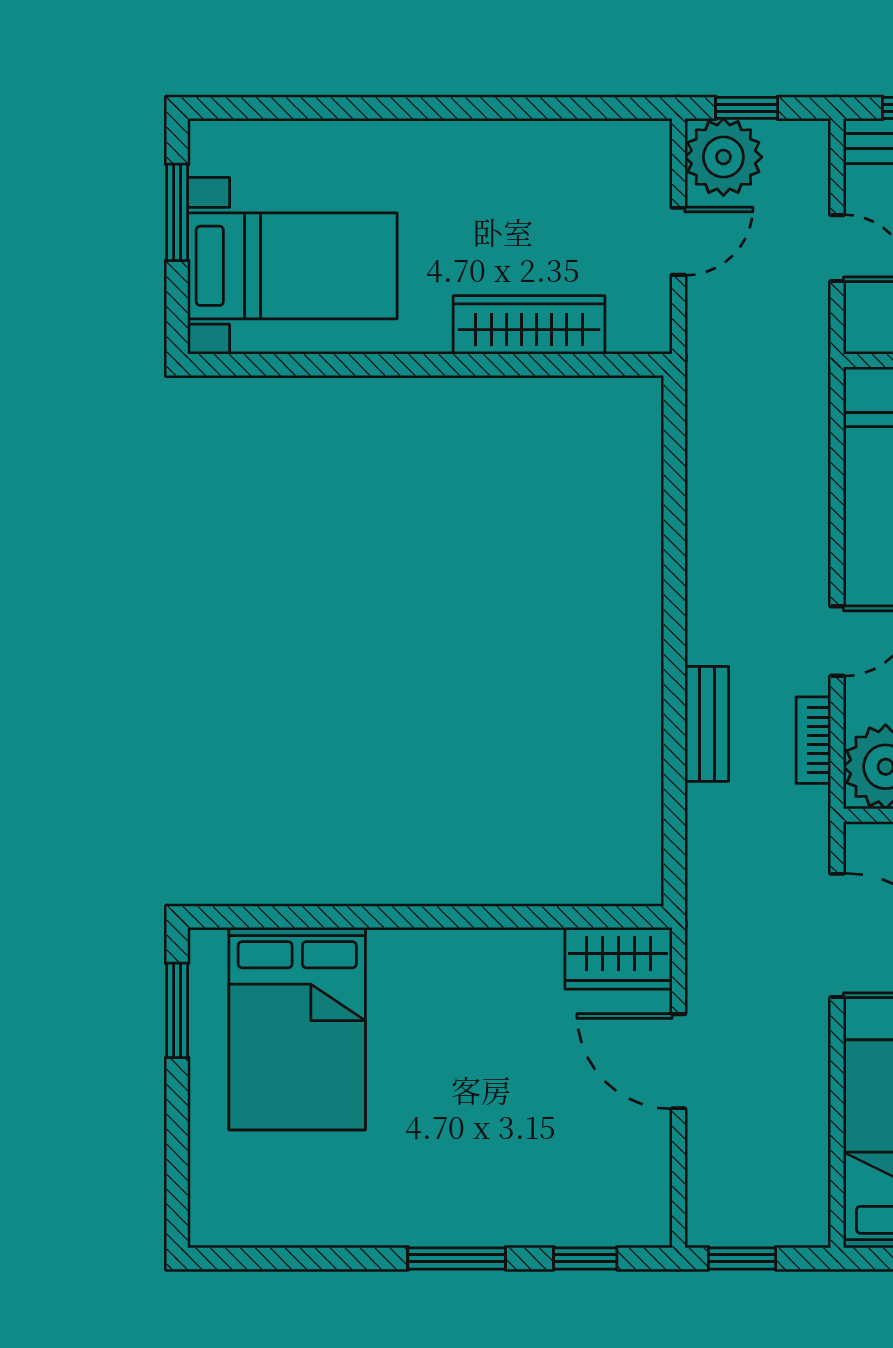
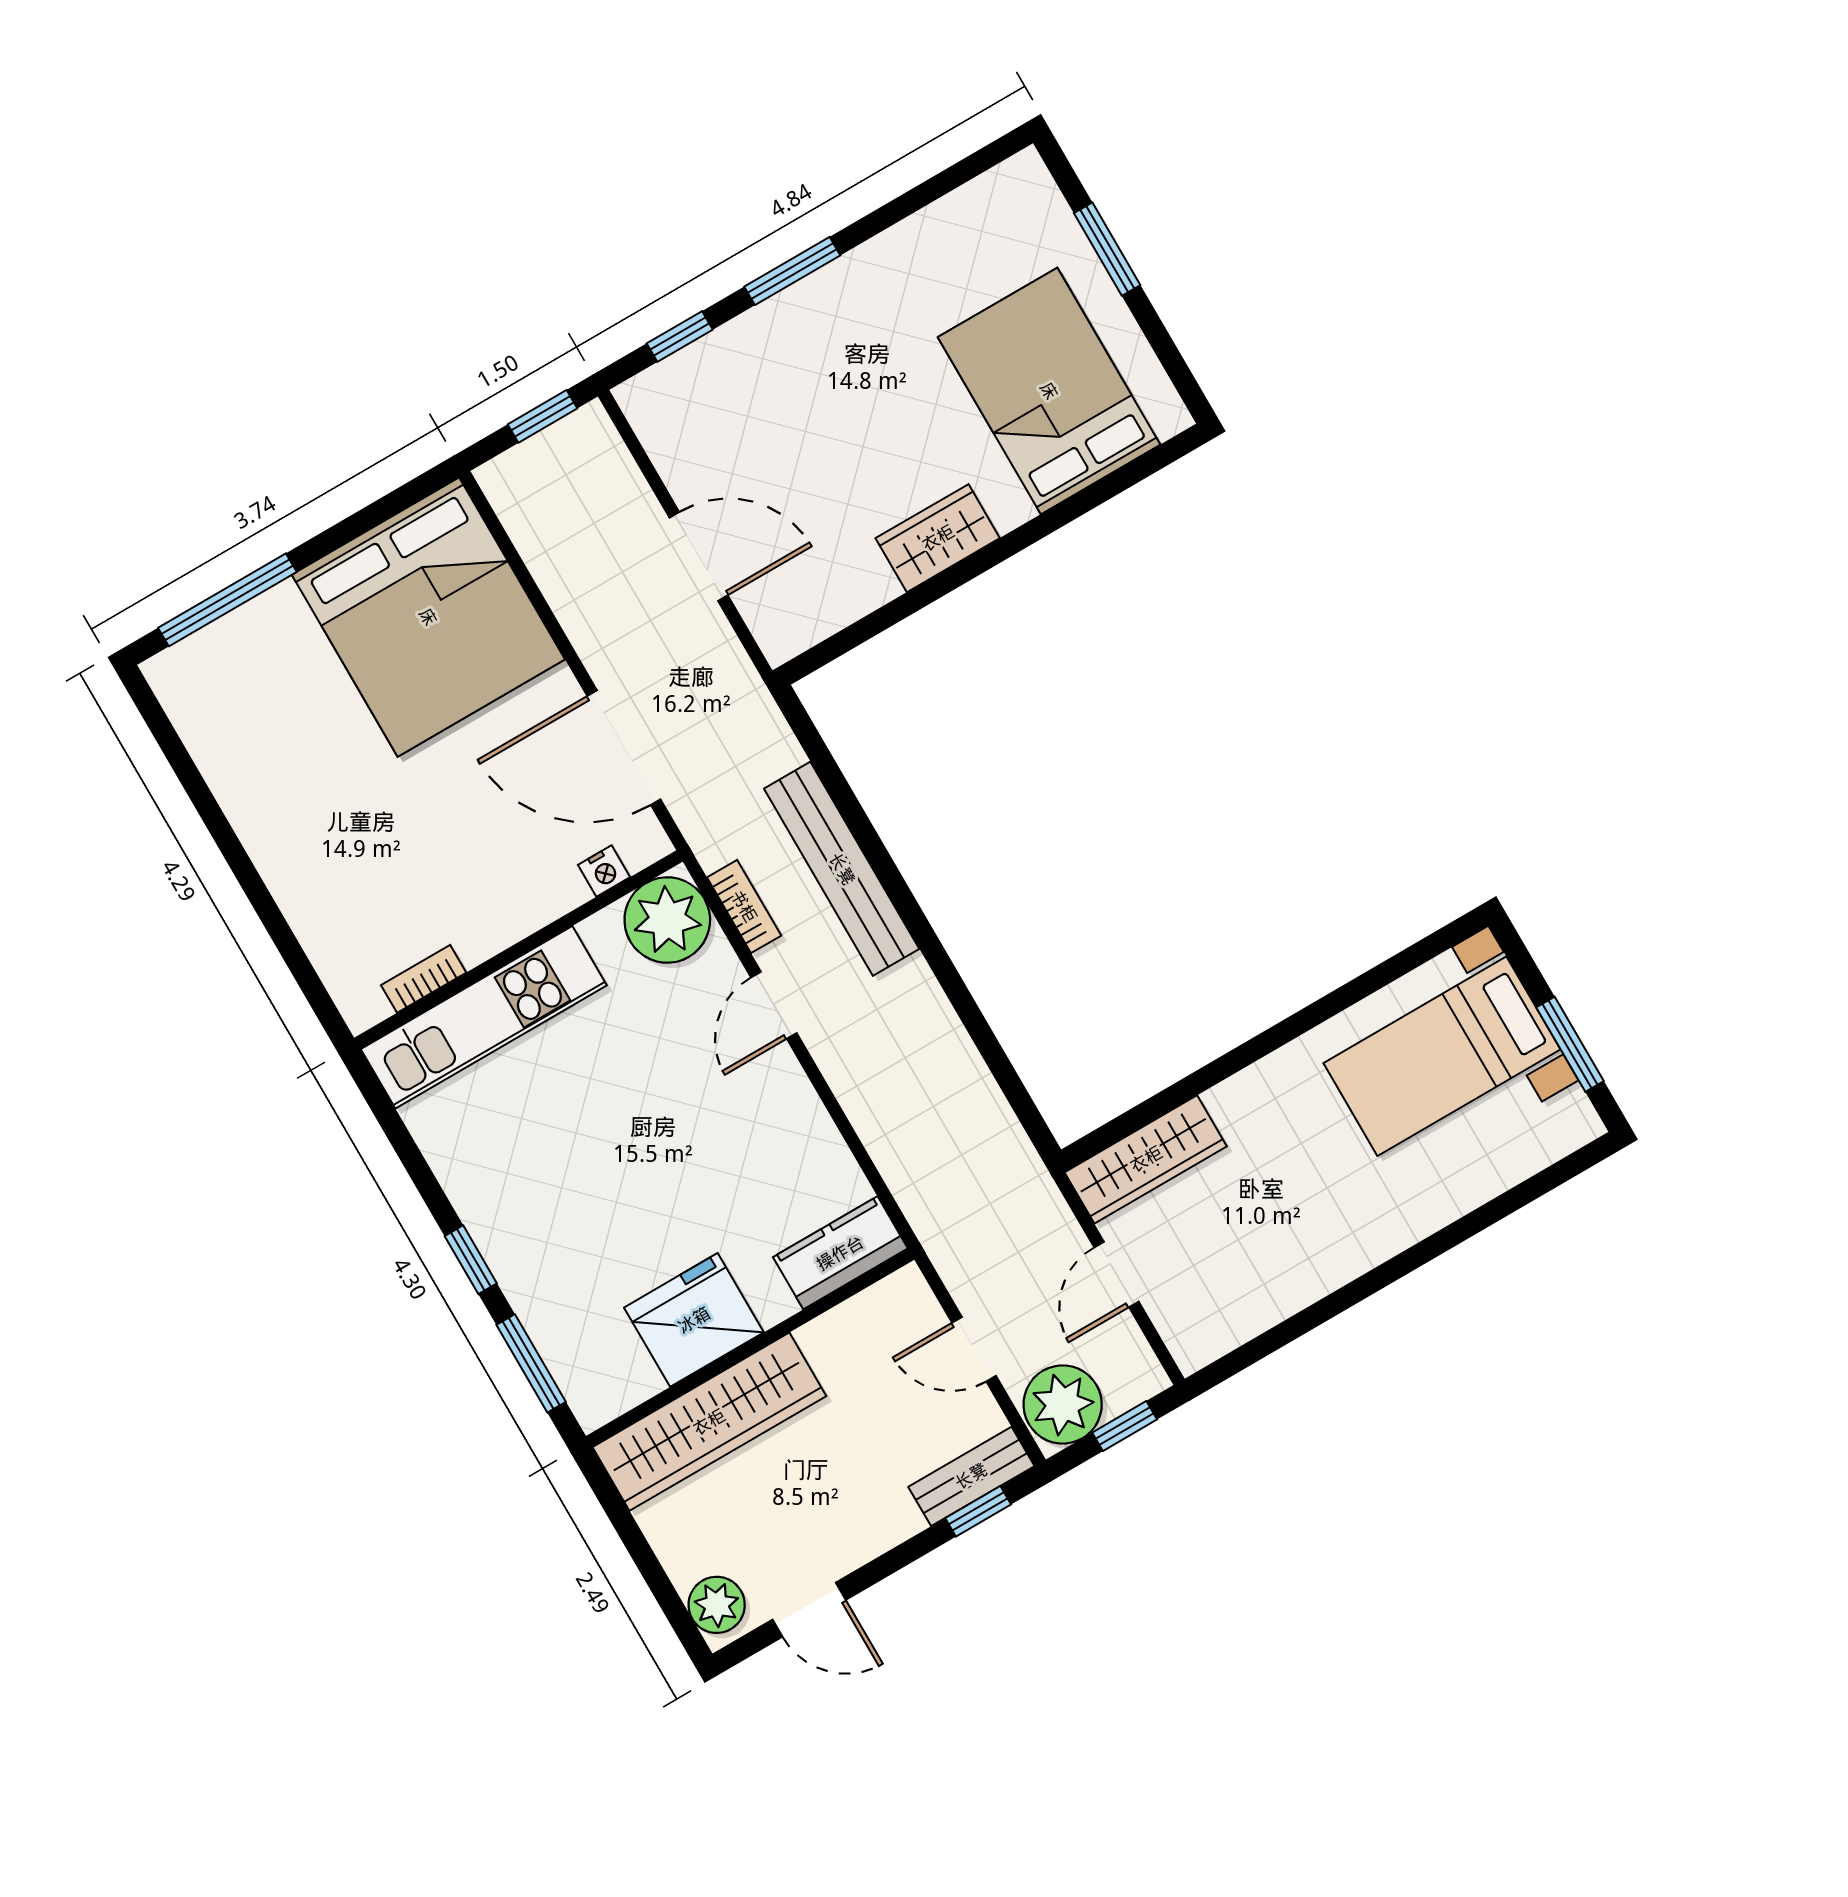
plant: (723, 157) -> (1063, 1404), moved
wardrobe: (529, 325) -> (1146, 1159), moved
bench: (707, 724) -> (842, 869), width x1.86, depth x1.21
wardrobe: (618, 958) -> (938, 538), moved
window: (177, 1010) -> (1107, 249), moved

